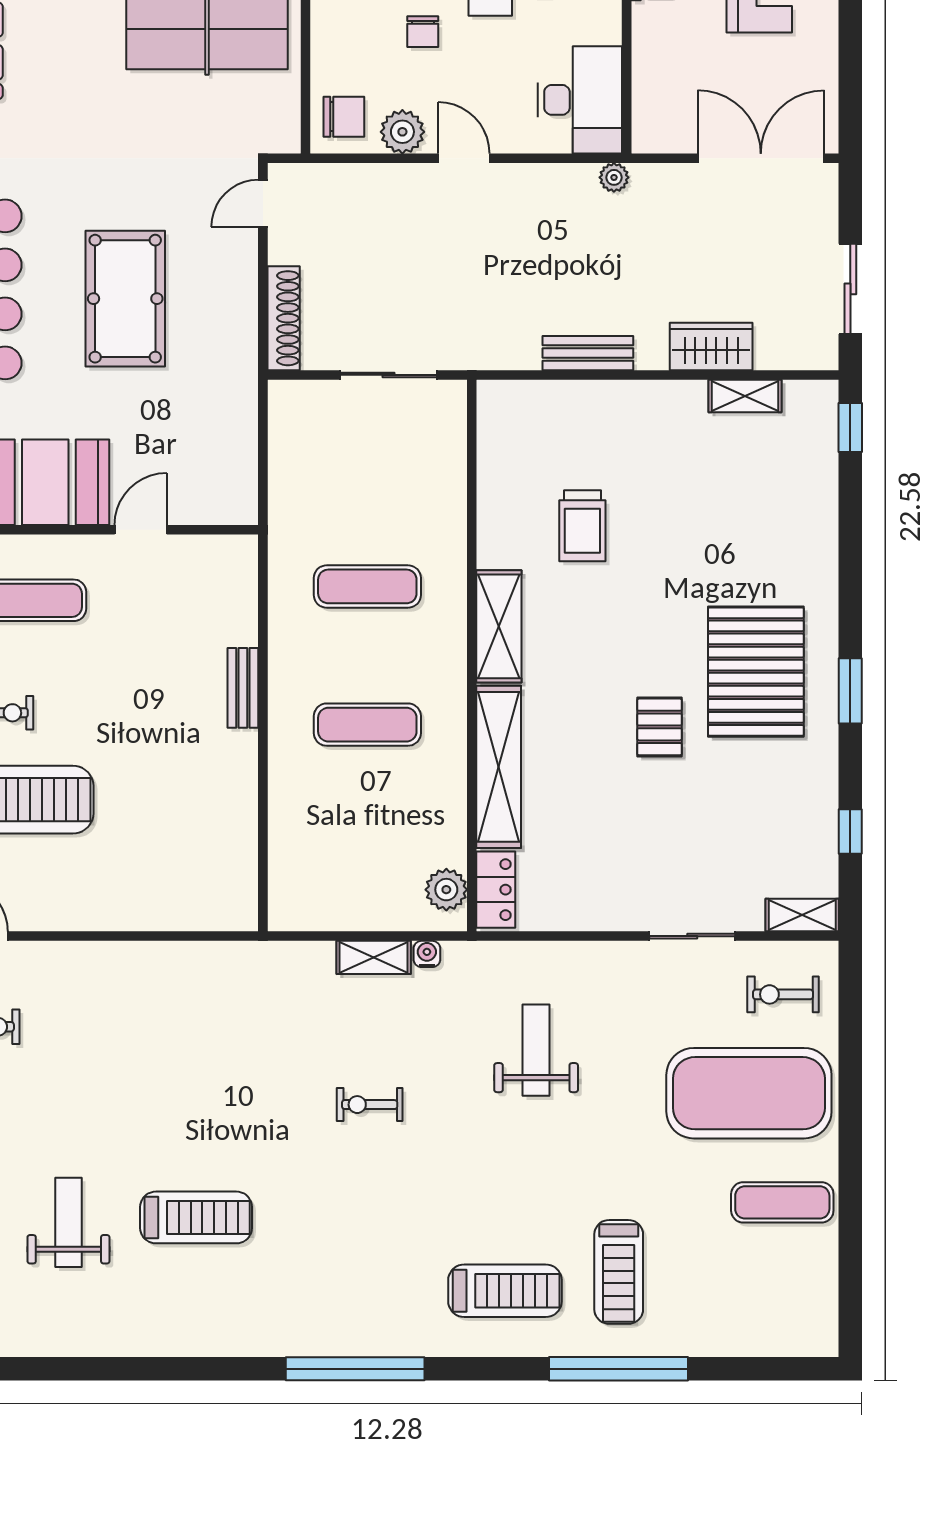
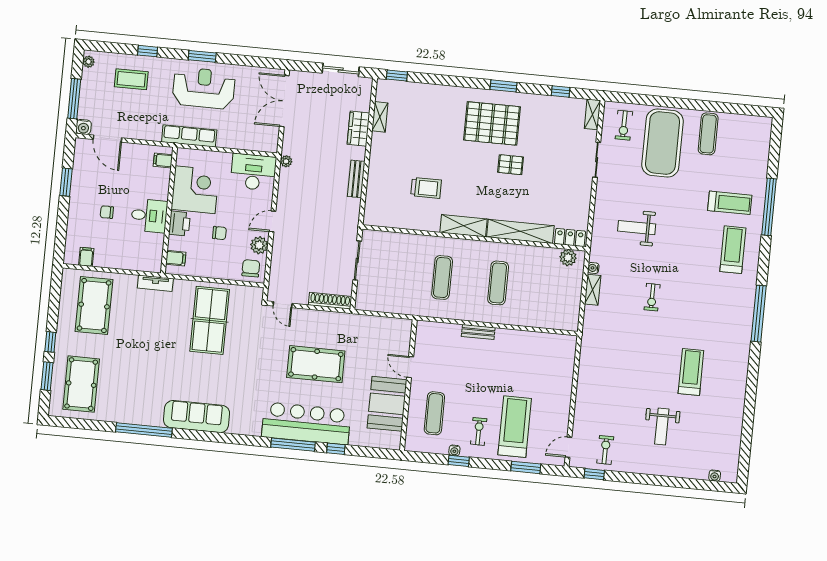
weight bench: (68, 1222) -> (662, 427), moved, turned -90

